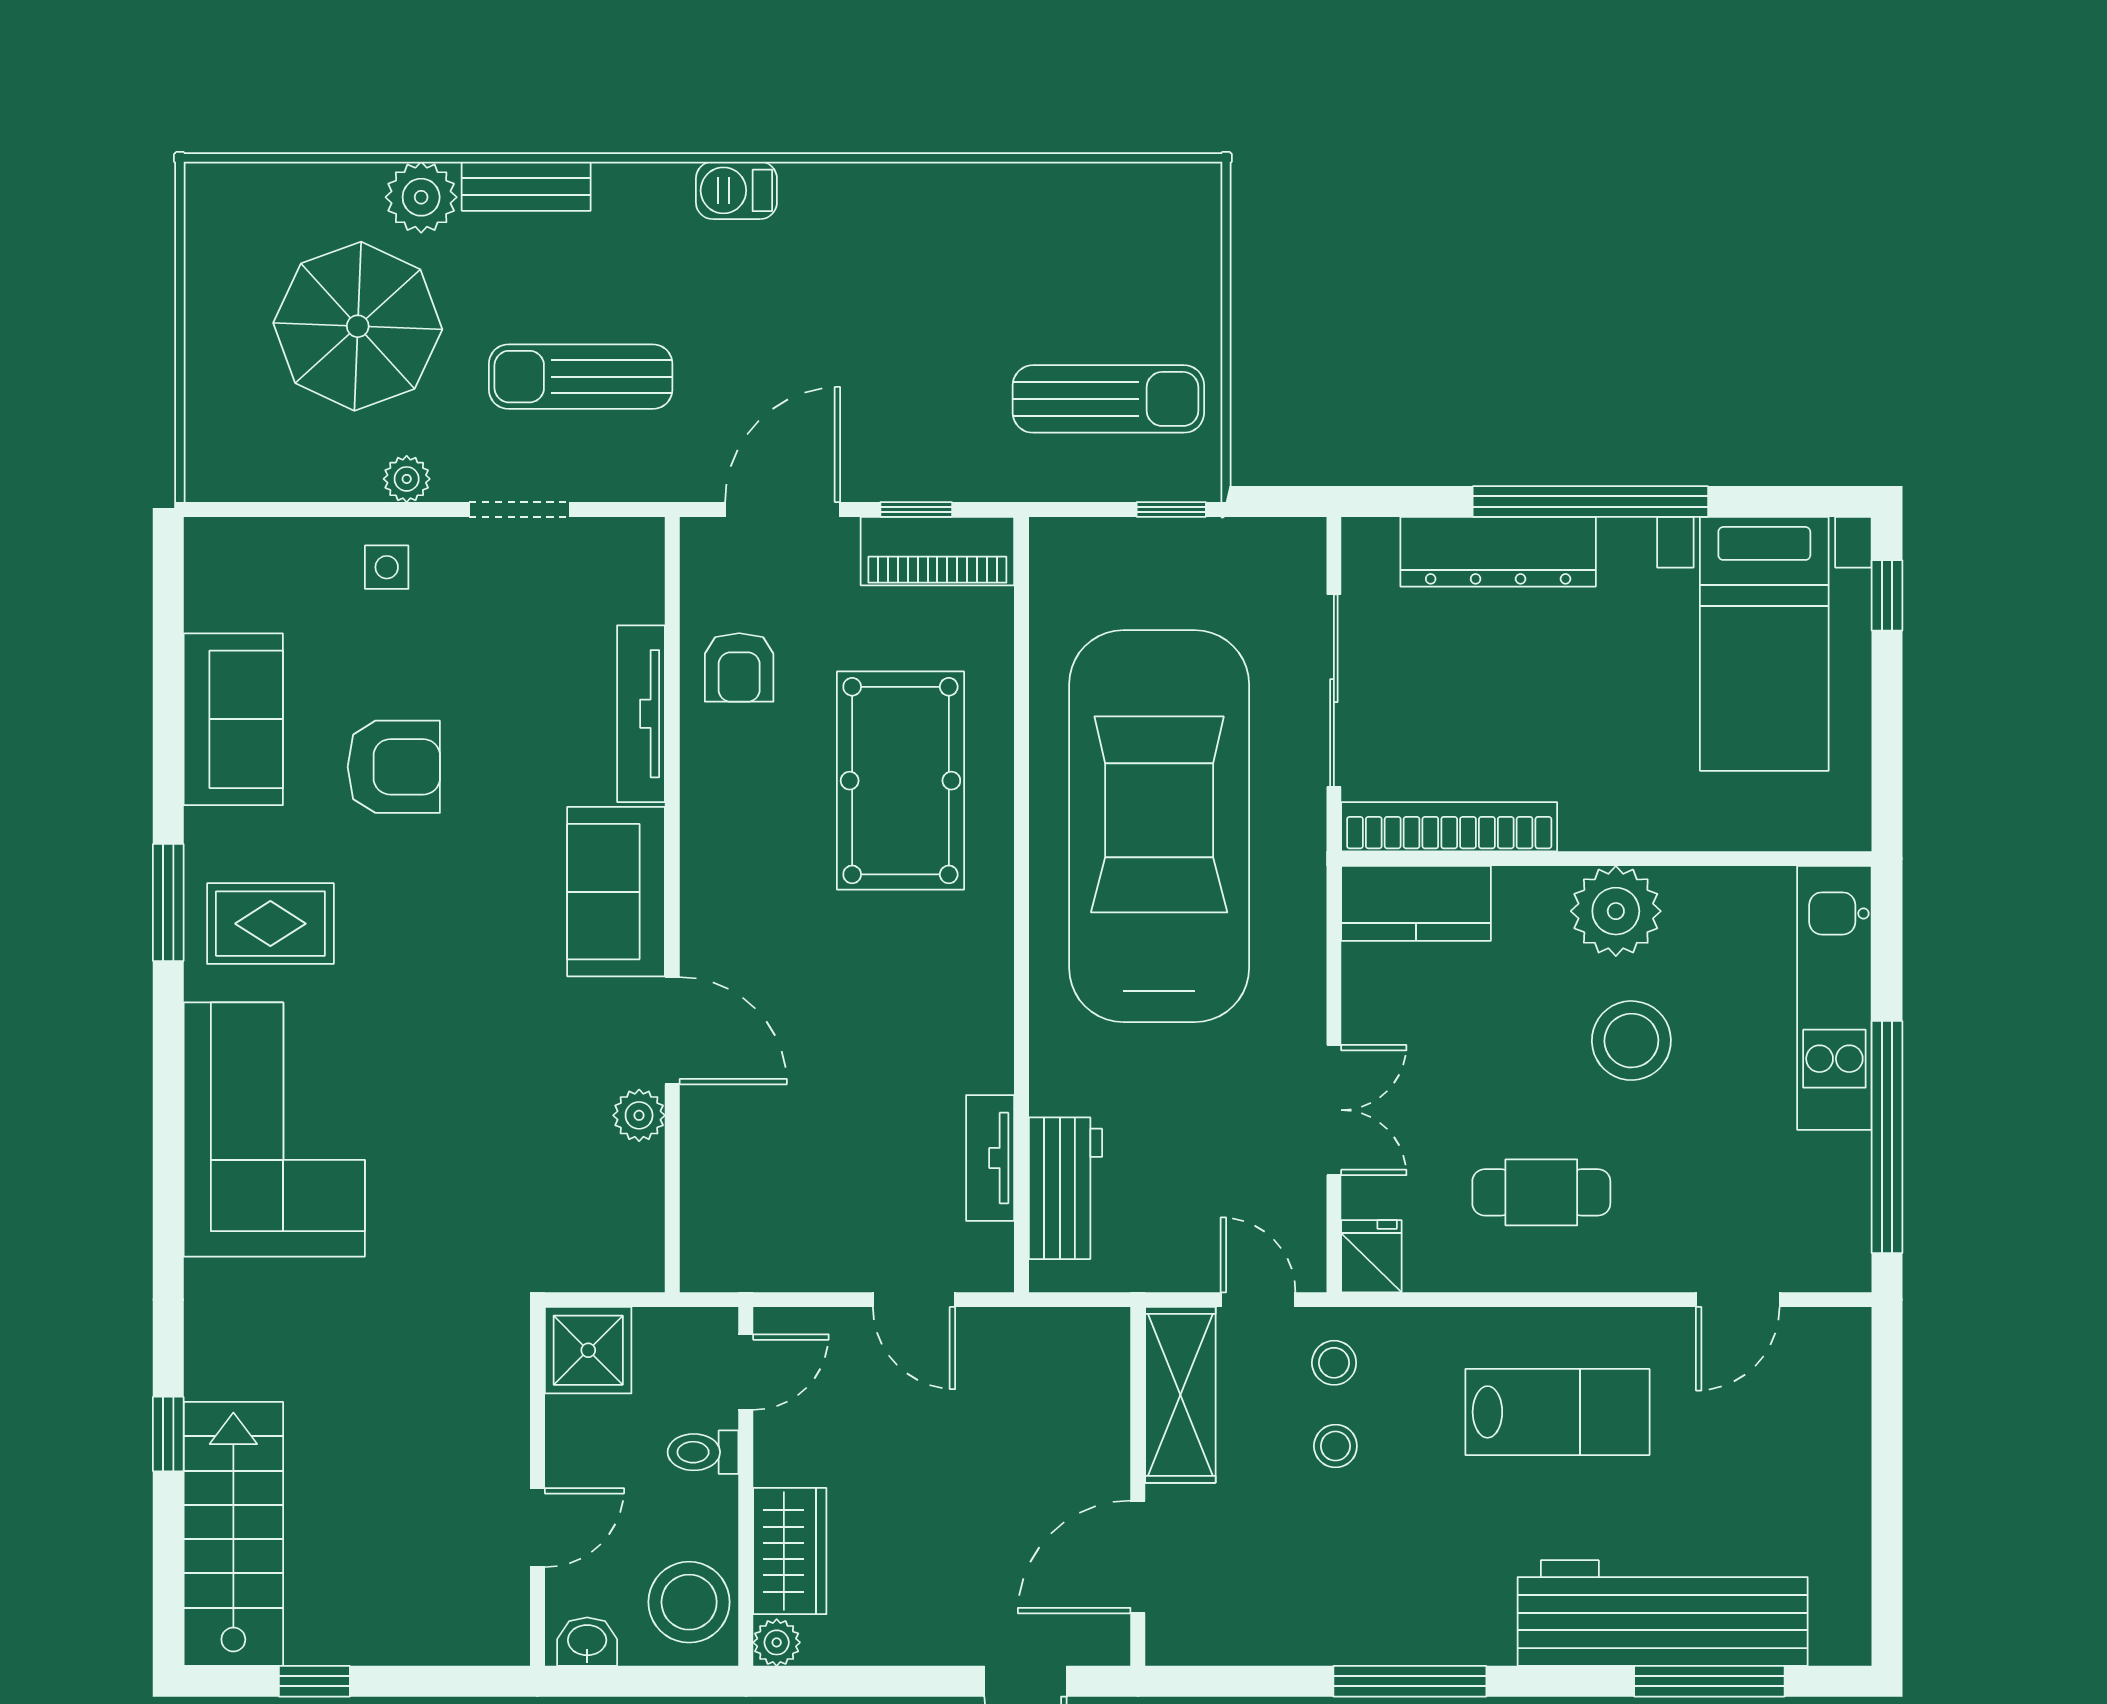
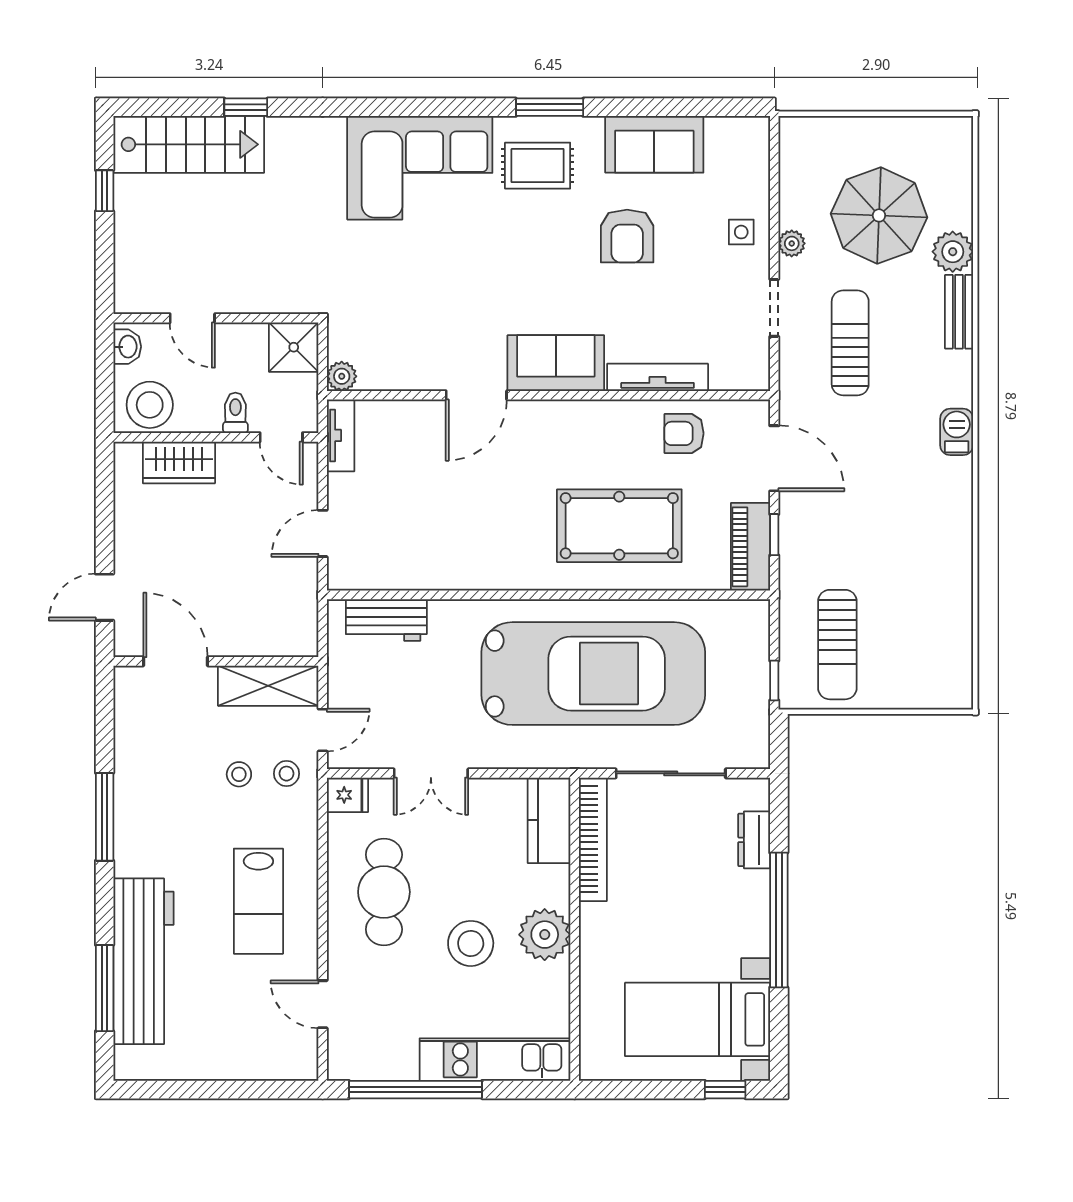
dresser: (1498, 552) -> (754, 840), width x0.51, depth x0.80
rug: (270, 924) -> (538, 166), turned 90
plant: (639, 1115) -> (342, 376), moved
tv unit: (990, 1158) -> (341, 435), moved, turned 90
cafe table: (1541, 1192) -> (384, 892), width x1.37, depth x1.35
plant: (777, 1642) -> (127, 455), removed

